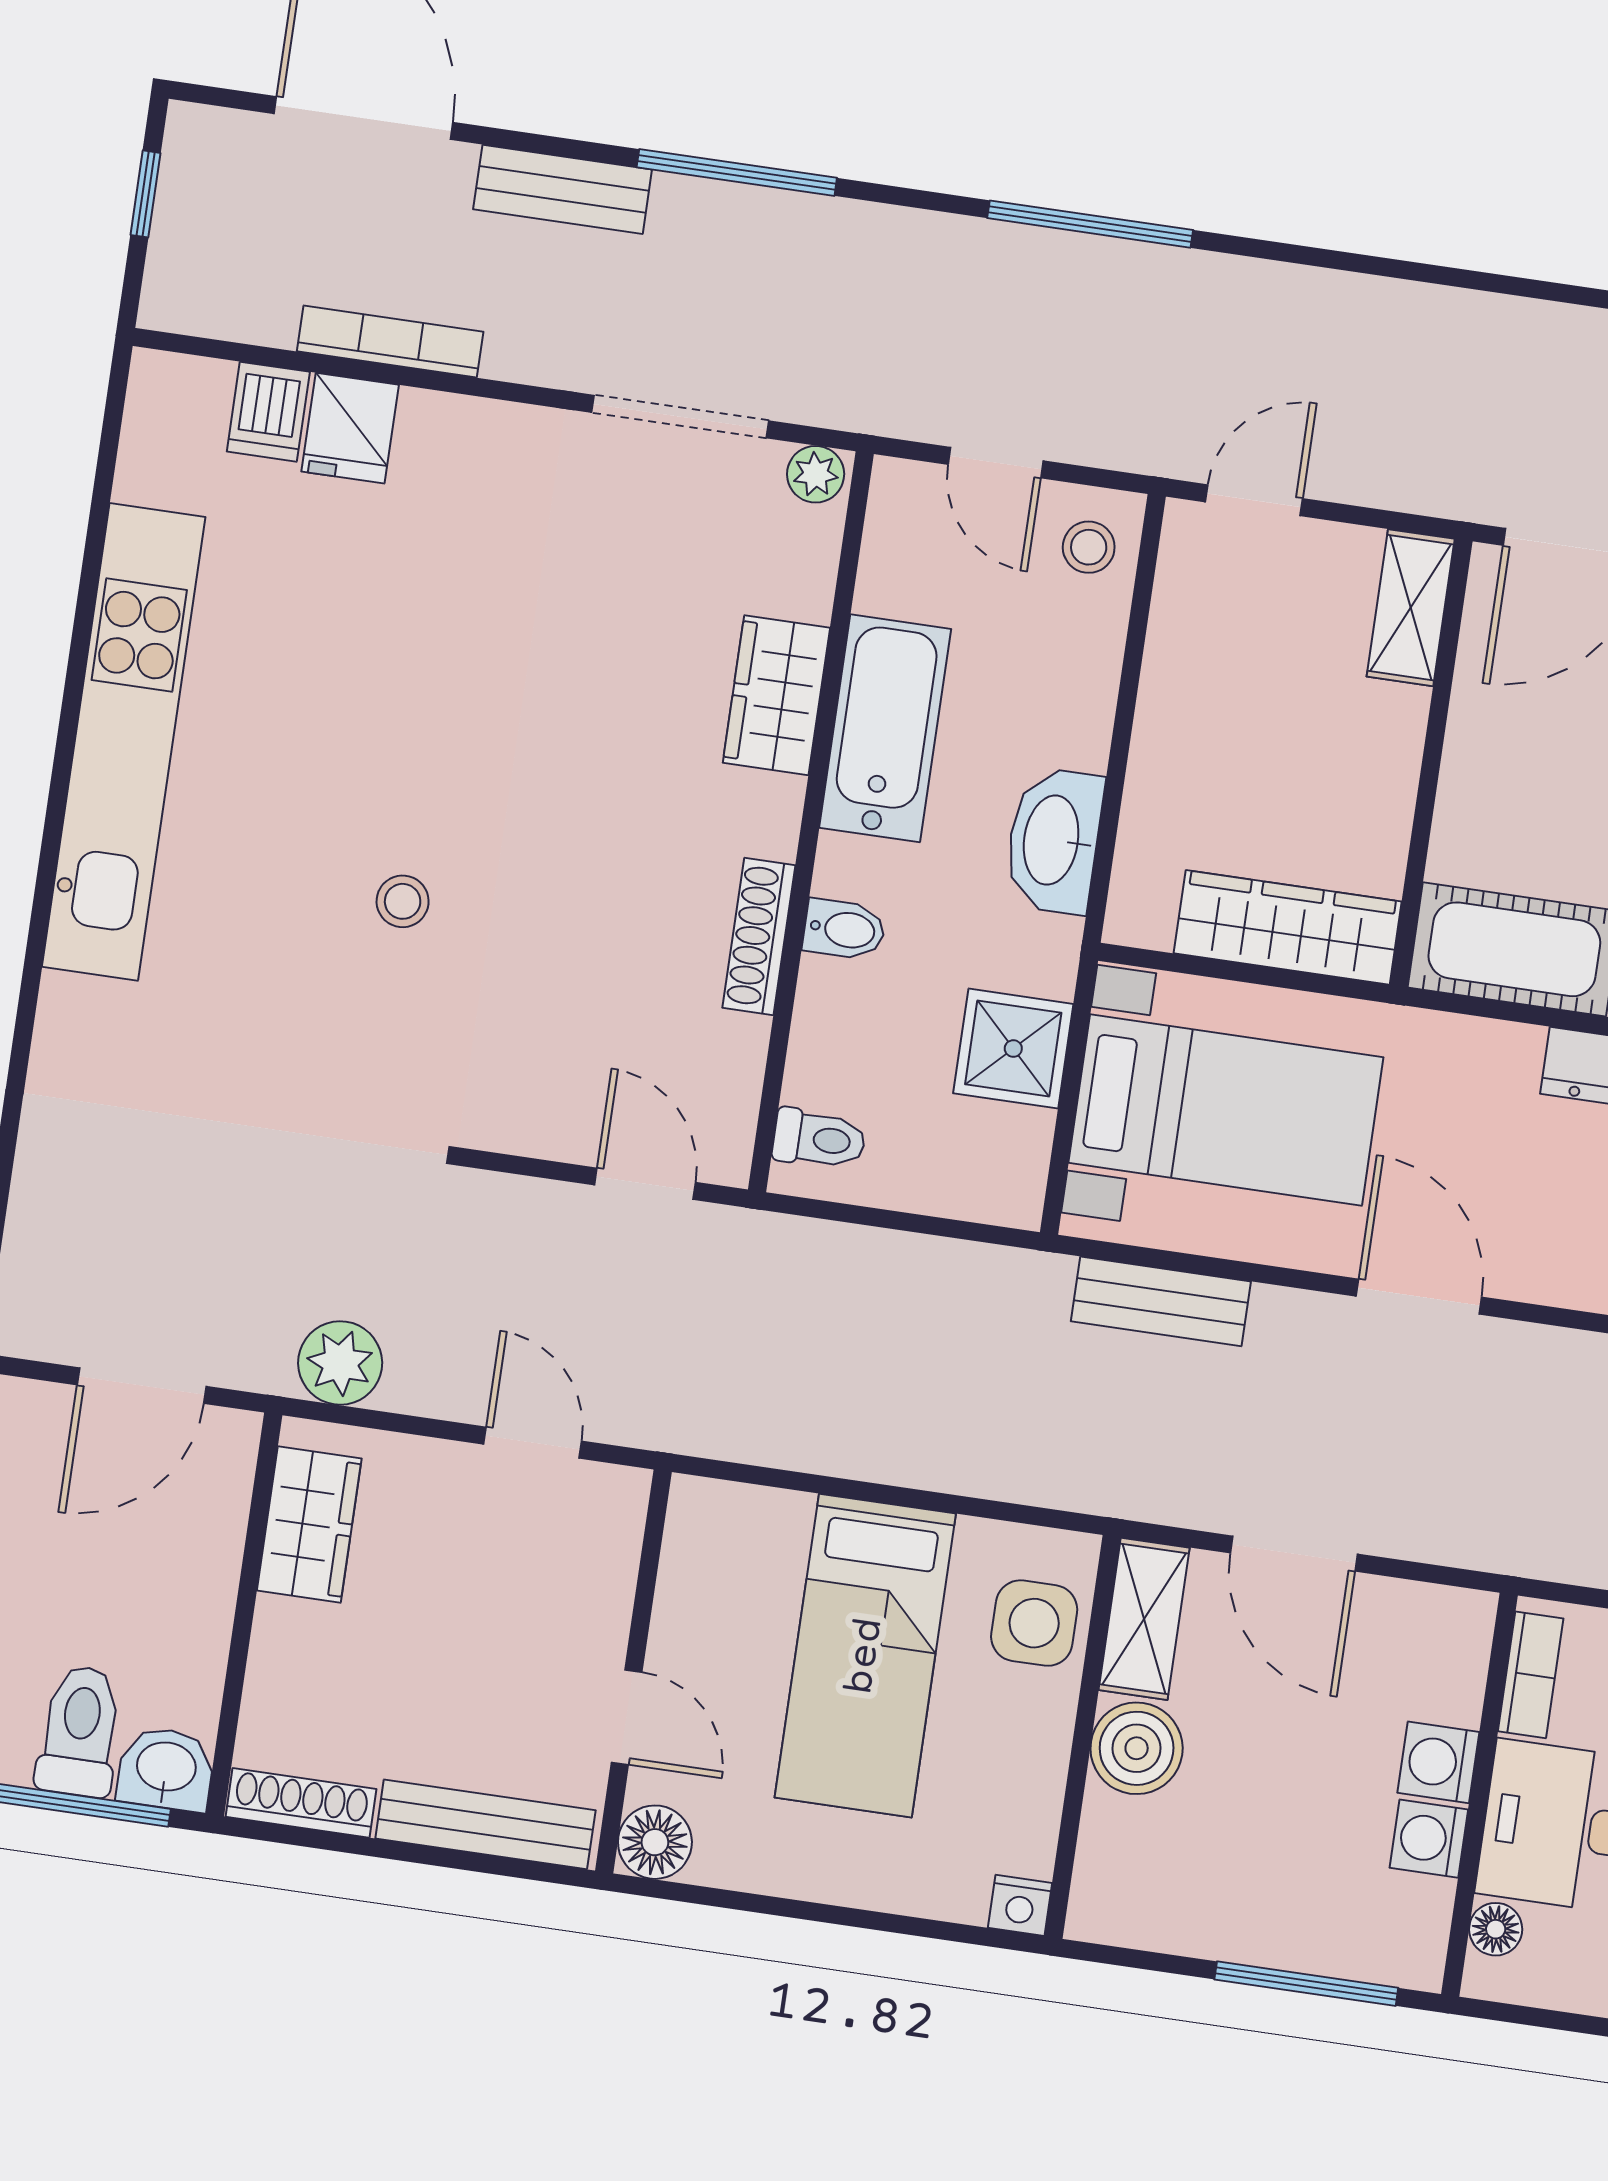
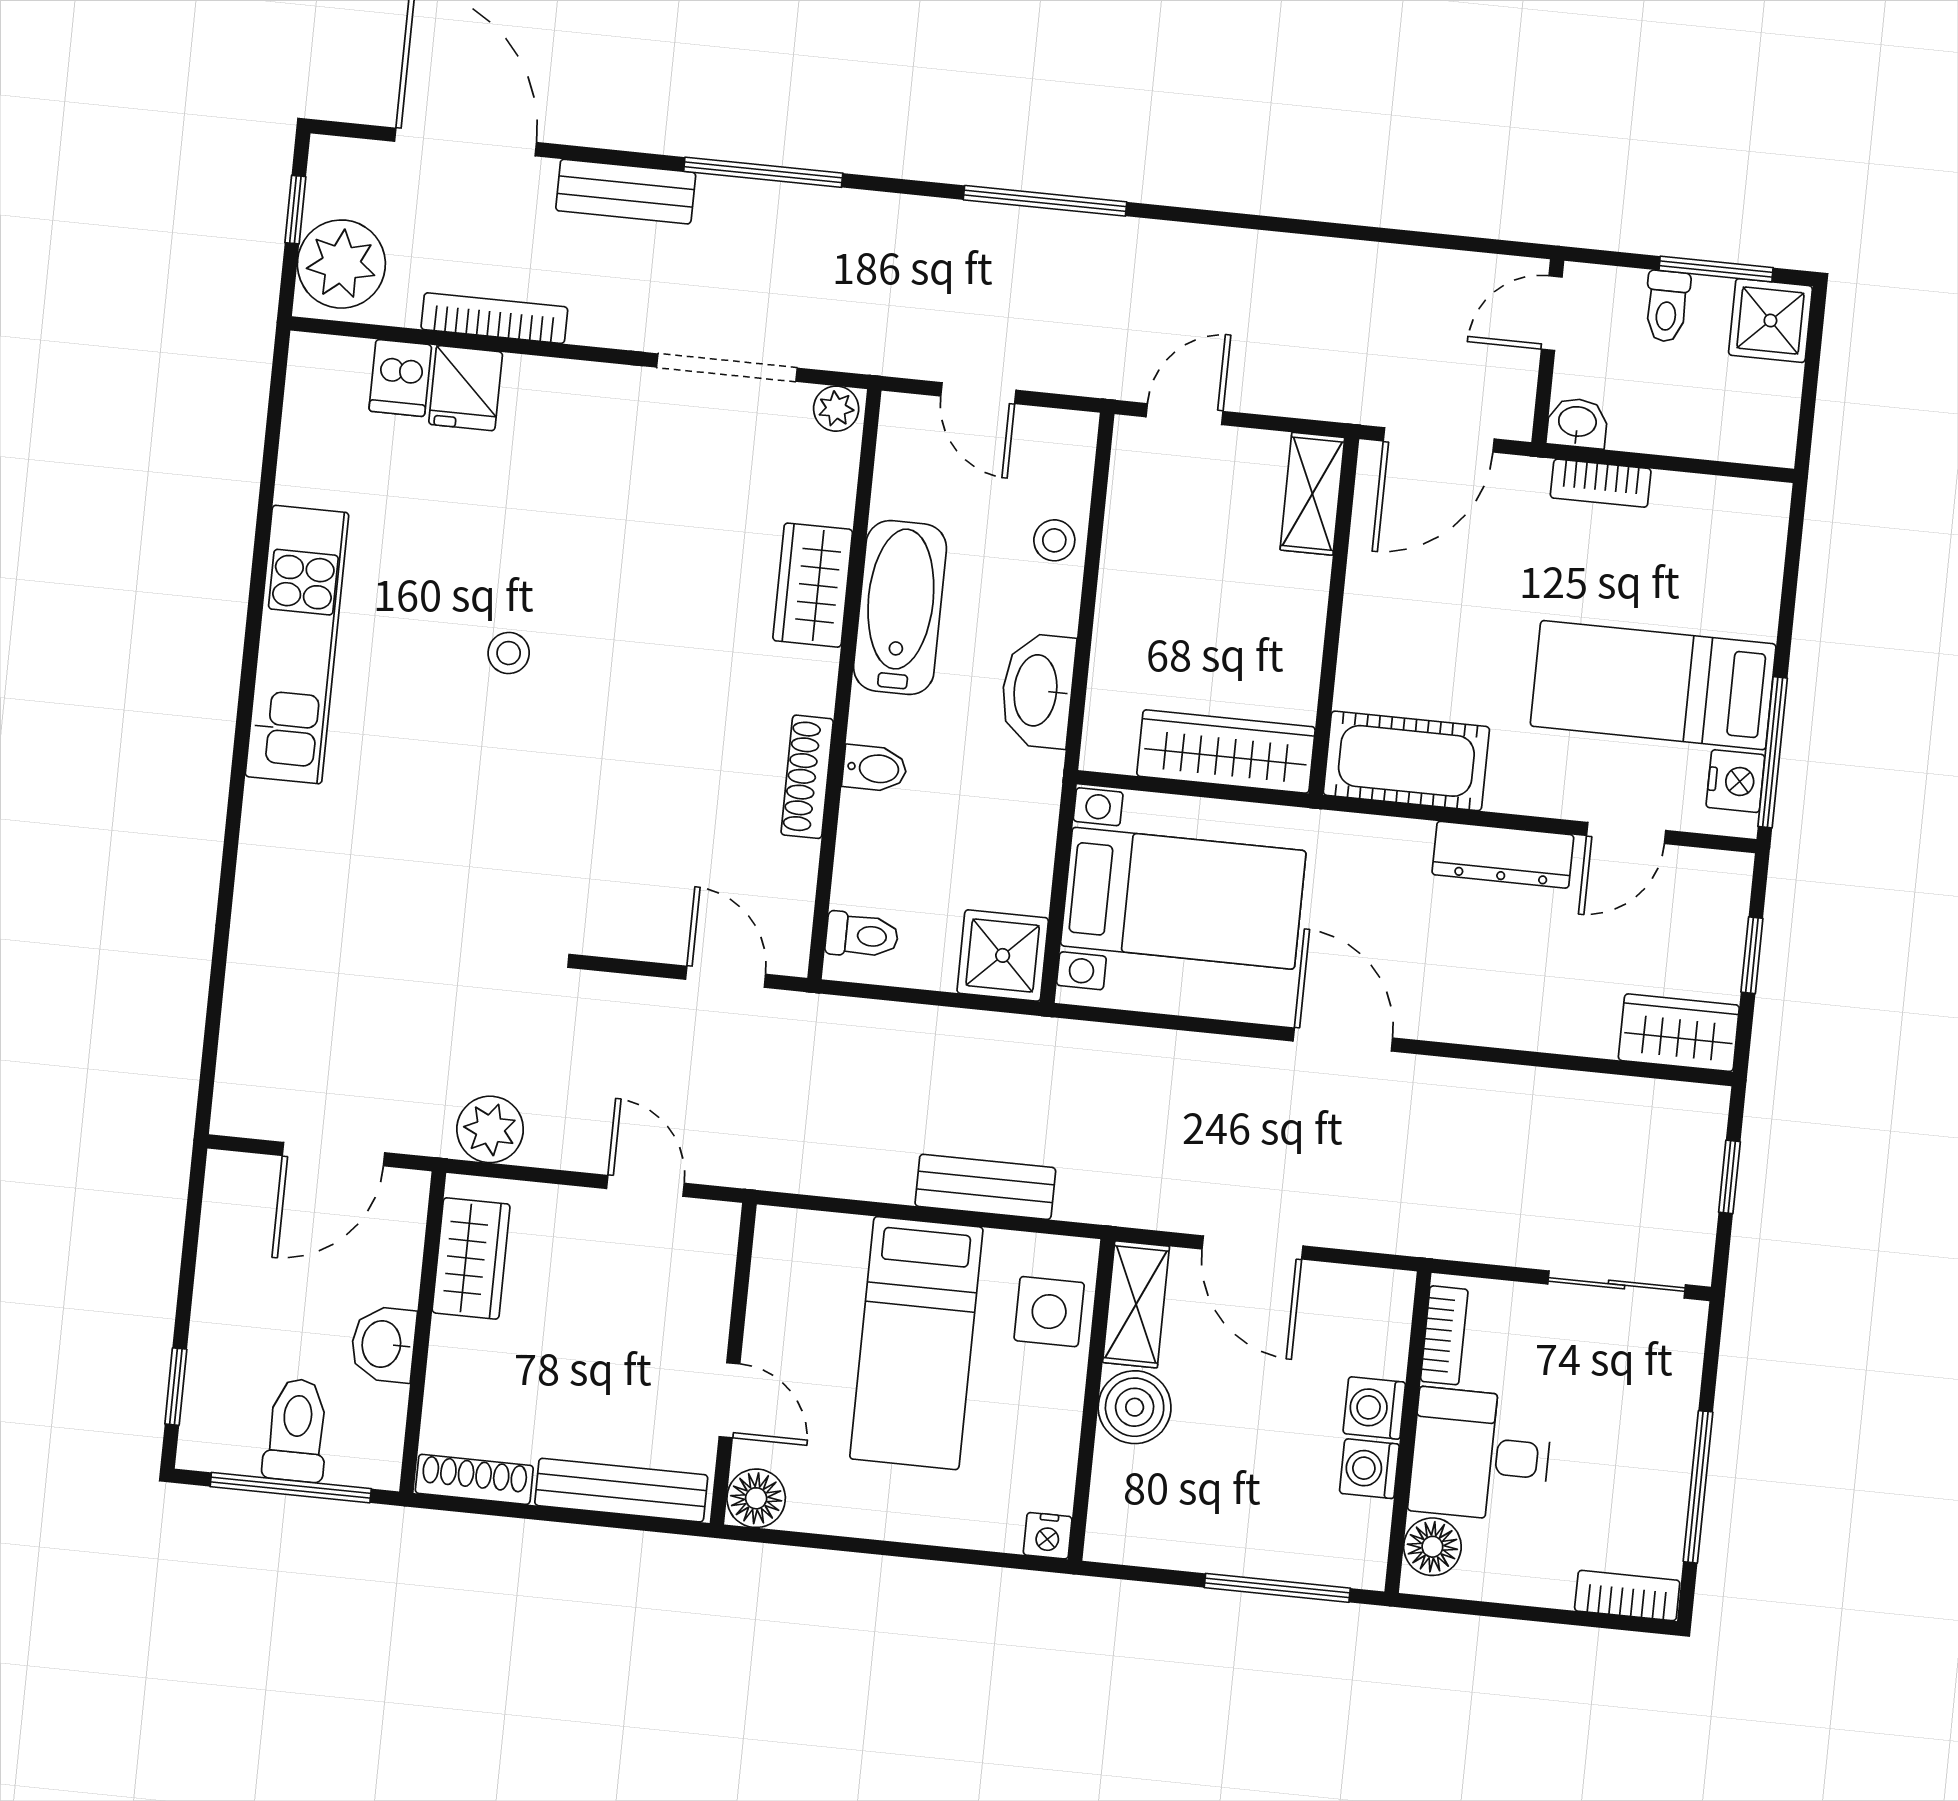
plant: (200, 265) -> (341, 264), added
stool: (1089, 547) -> (1054, 540), moved
kitchen unit: (124, 742) -> (297, 645), width x0.73
stool: (403, 901) -> (509, 653), moved
shower: (1013, 1049) -> (1003, 955), moved
bench: (1161, 1301) -> (985, 1187), moved
washbasin: (166, 1769) -> (383, 1344), moved, turned -90
floor lamp: (1496, 1929) -> (1432, 1547), width x1.37, depth x1.37

